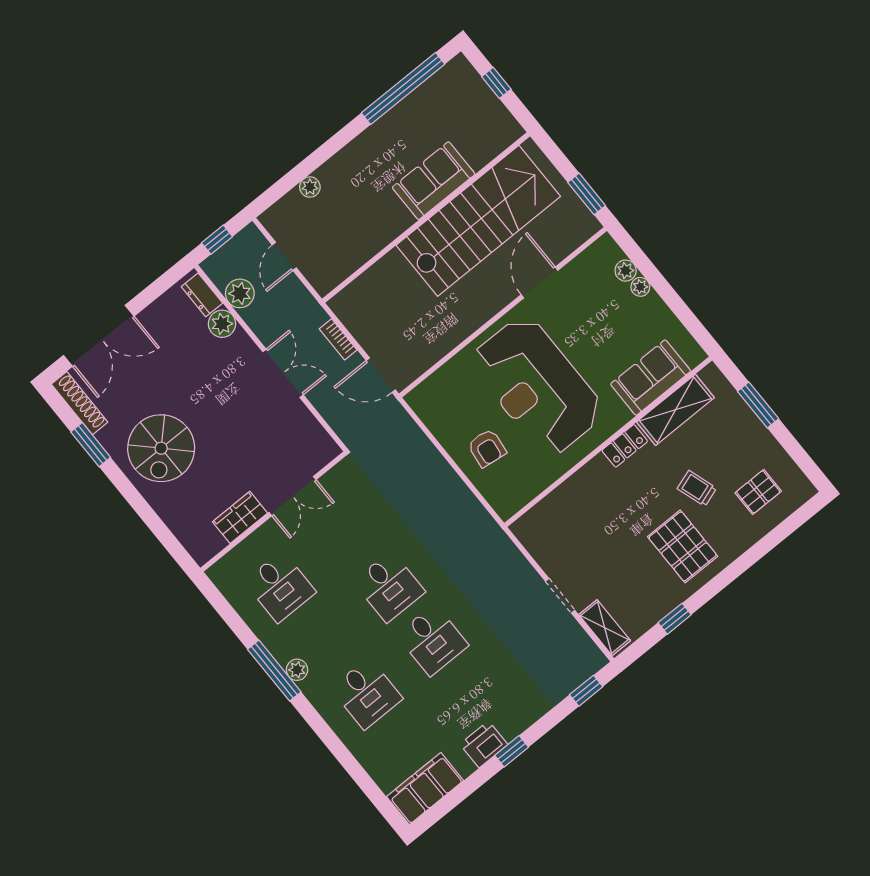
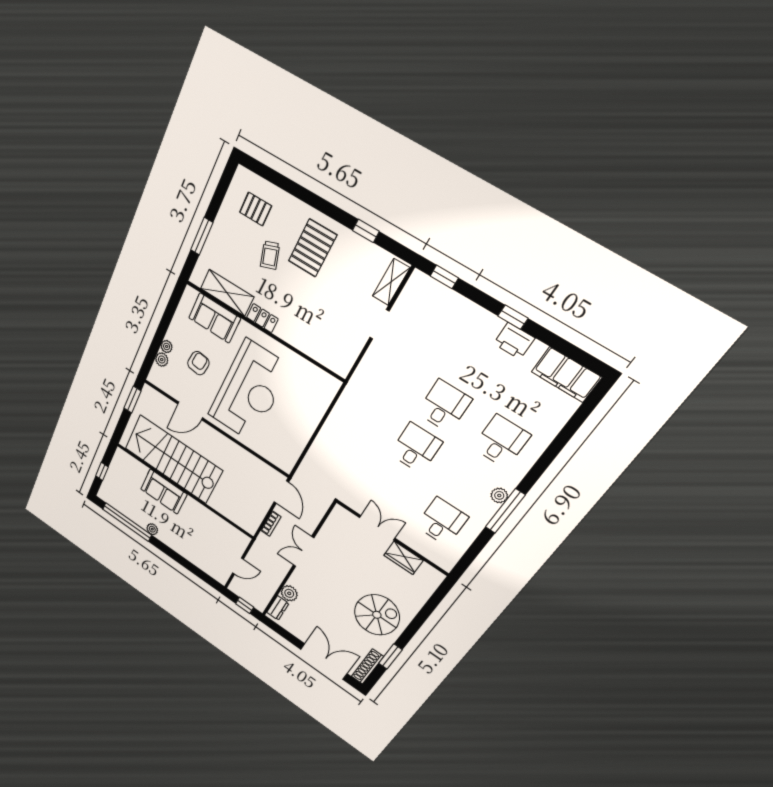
plant: (310, 187) -> (152, 529), moved
plant: (240, 293) -> (268, 587), removed
armchair: (487, 448) -> (198, 363), moved

